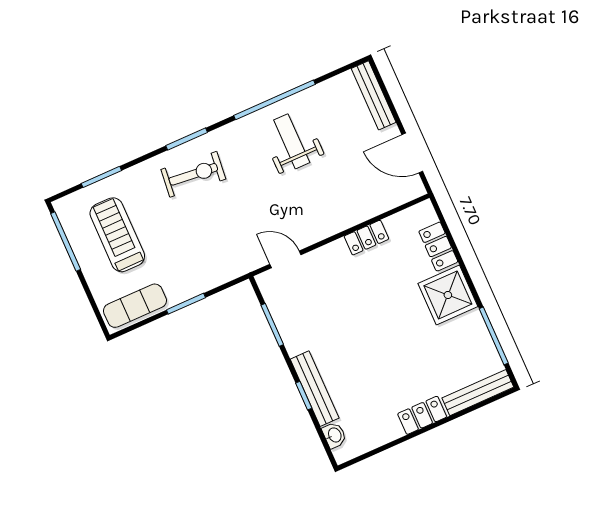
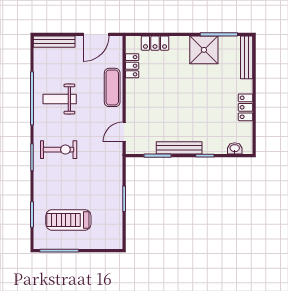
exercise bike: (193, 174) -> (59, 150), moved, turned 84
locker: (366, 238) -> (132, 66), moved
shower: (448, 295) -> (204, 50), moved
exercise mat: (135, 306) -> (112, 87), moved
bench: (315, 389) -> (179, 148), moved
locker: (422, 415) -> (245, 107), moved

